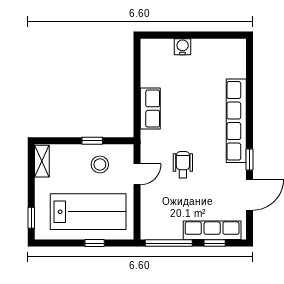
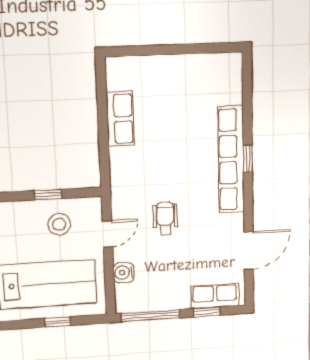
water cooler: (183, 47) -> (124, 273), moved, turned -90
row of seats: (150, 109) -> (120, 119), moved
window: (250, 159) -> (248, 159), moved
row of seats: (212, 230) -> (215, 296), width x0.68

